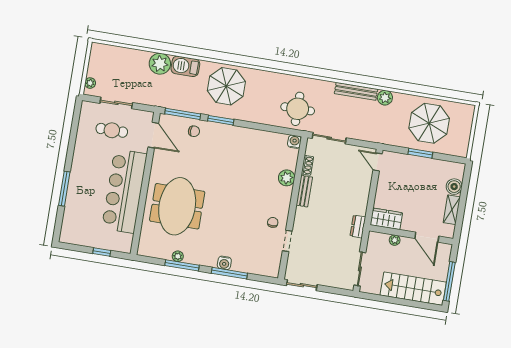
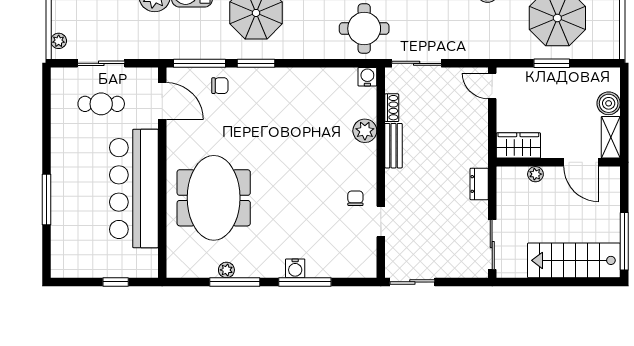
wardrobe: (386, 219) -> (518, 145), moved
wall: (411, 235) -> (558, 162), moved
door: (427, 237) -> (581, 162), moved
plant: (395, 240) -> (535, 174), moved

